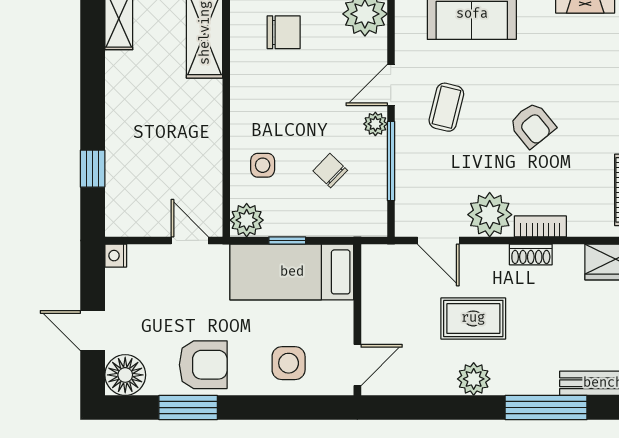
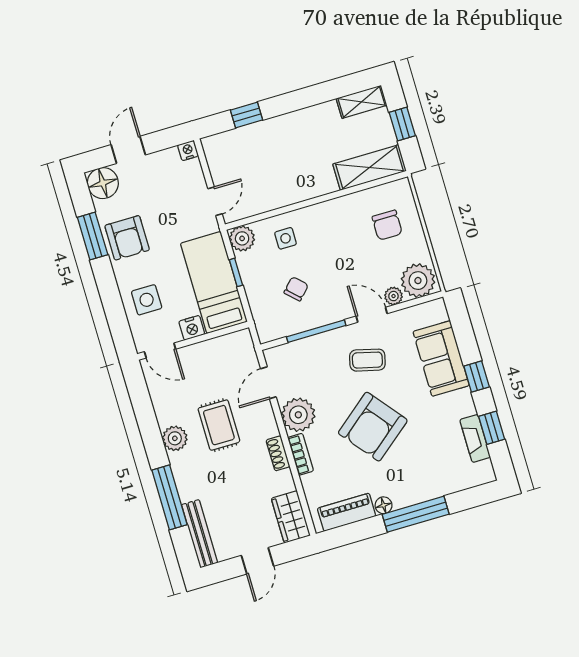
plant: (375, 124) -> (393, 296), moved
armchair: (532, 125) -> (373, 427), width x1.88, depth x1.88
nightstand: (341, 317) -> (192, 328), added

